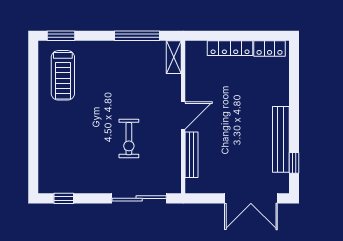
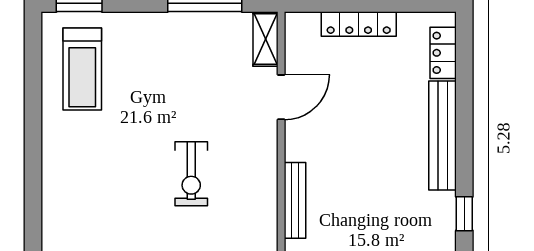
locker: (270, 48) -> (443, 53), moved, turned 90
door: (183, 116) -> (281, 97), moved
bench: (281, 139) -> (443, 135), moved

